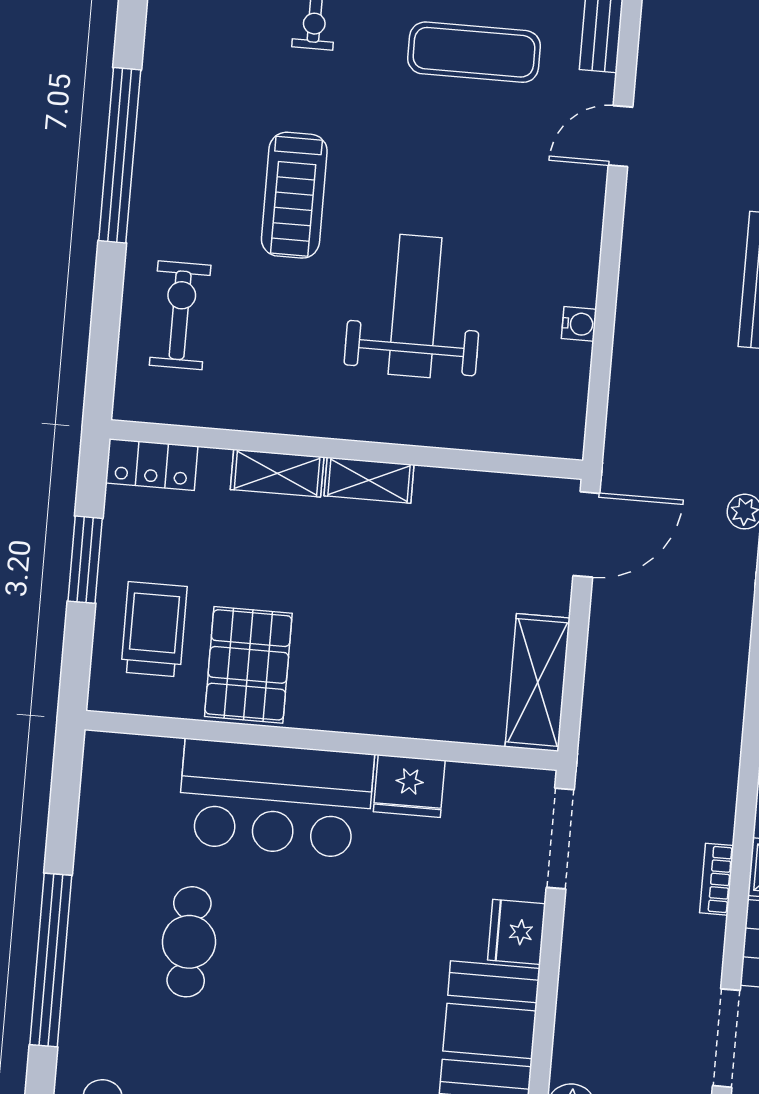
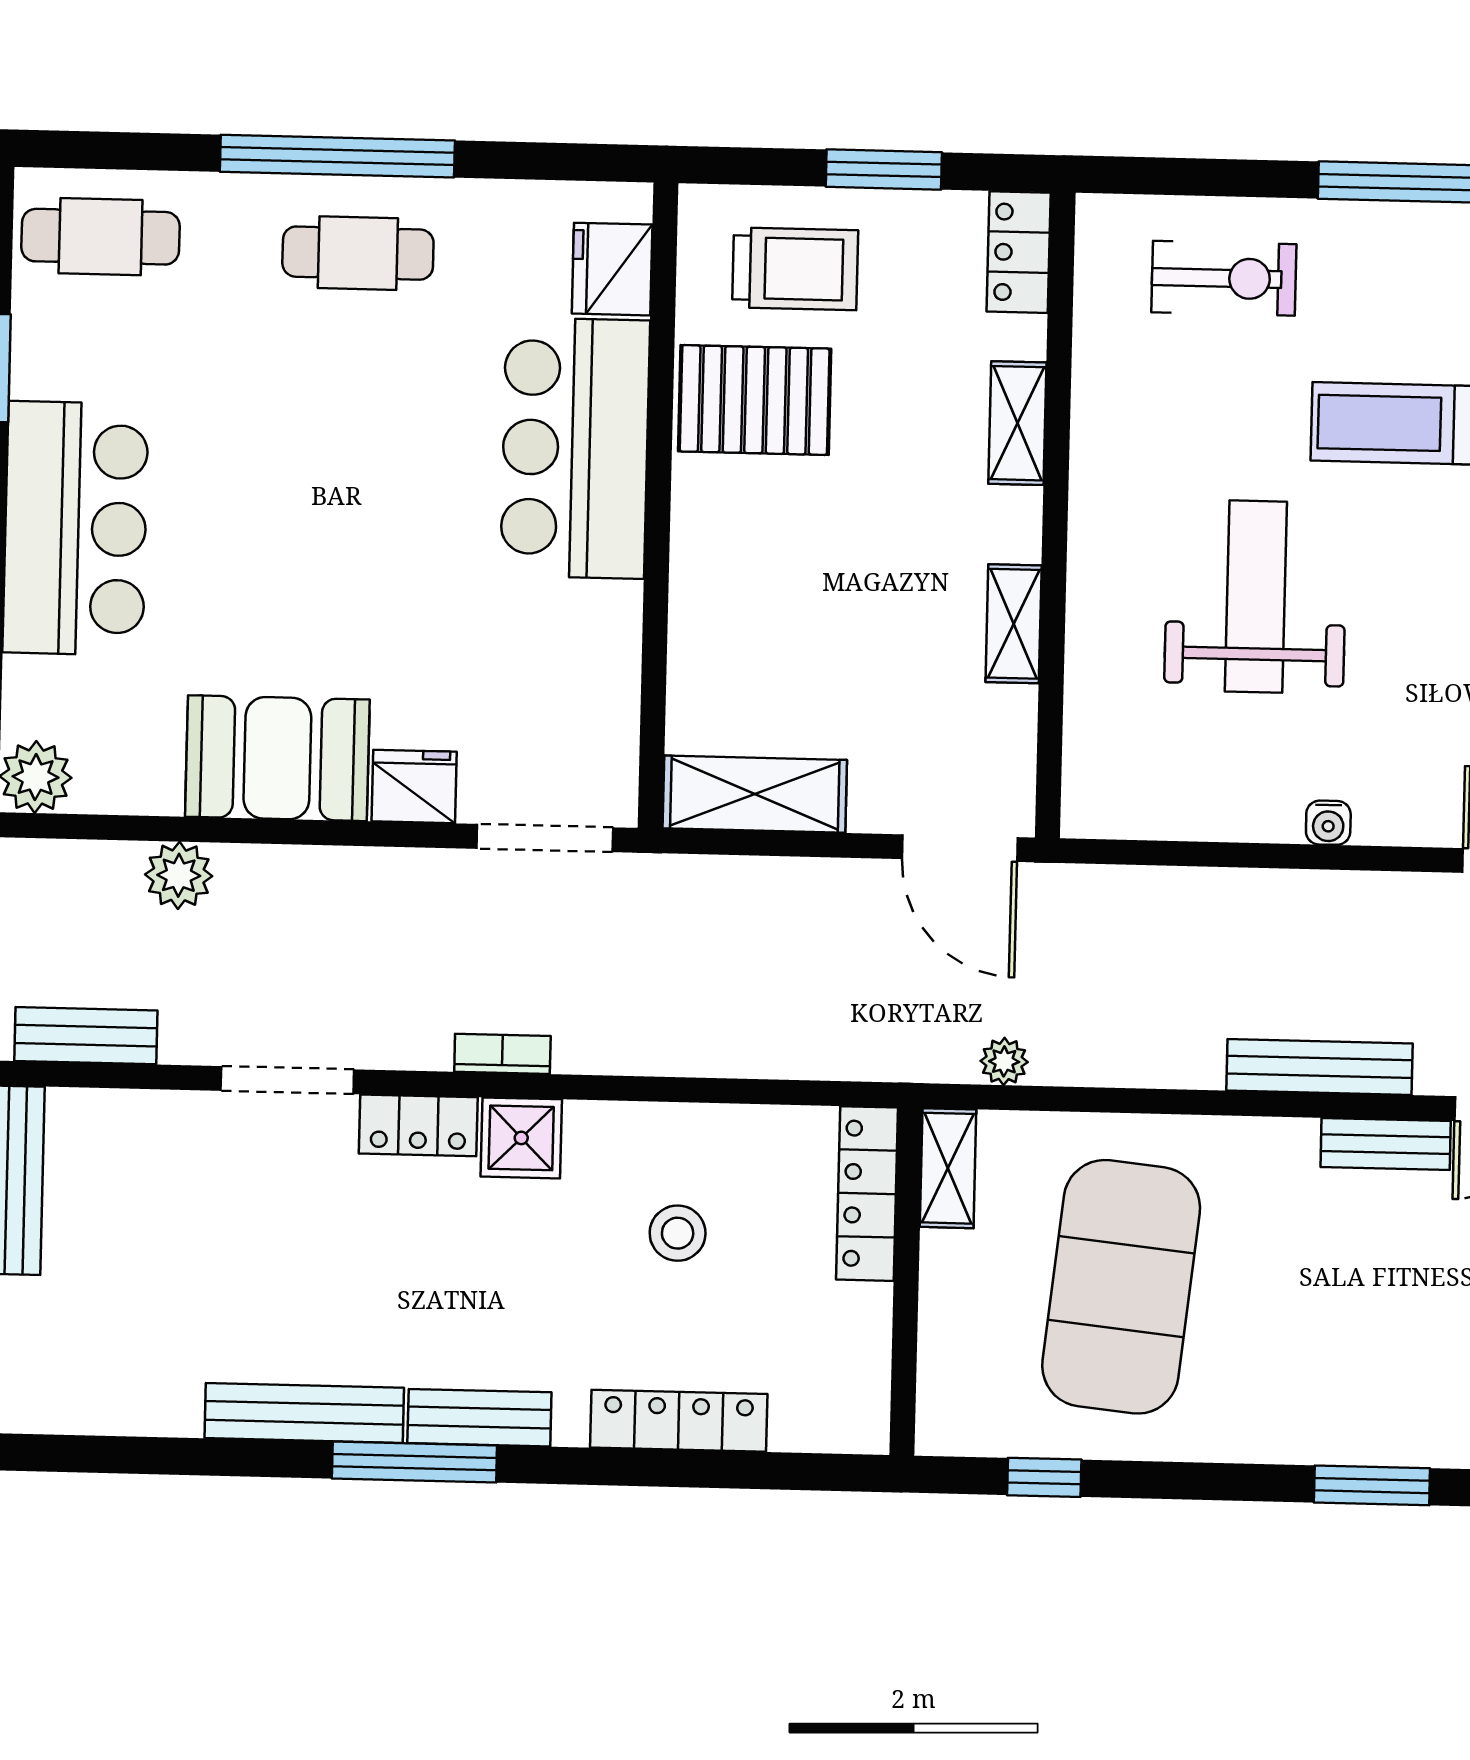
weight bench: (415, 306) -> (1256, 597), turned -90
water cooler: (579, 324) -> (1328, 823), moved
shelving: (369, 480) -> (1014, 624), moved
fridge: (409, 786) -> (612, 269), moved
cafe table: (189, 942) -> (358, 253), moved

